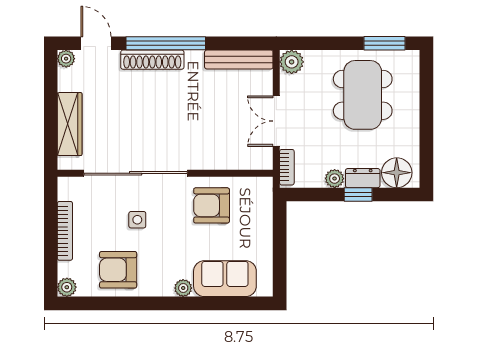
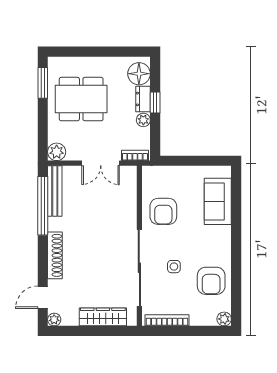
window: (166, 43) -> (43, 206), moved
bookcase: (65, 231) -> (167, 320), moved
plant: (183, 288) -> (225, 232), removed

